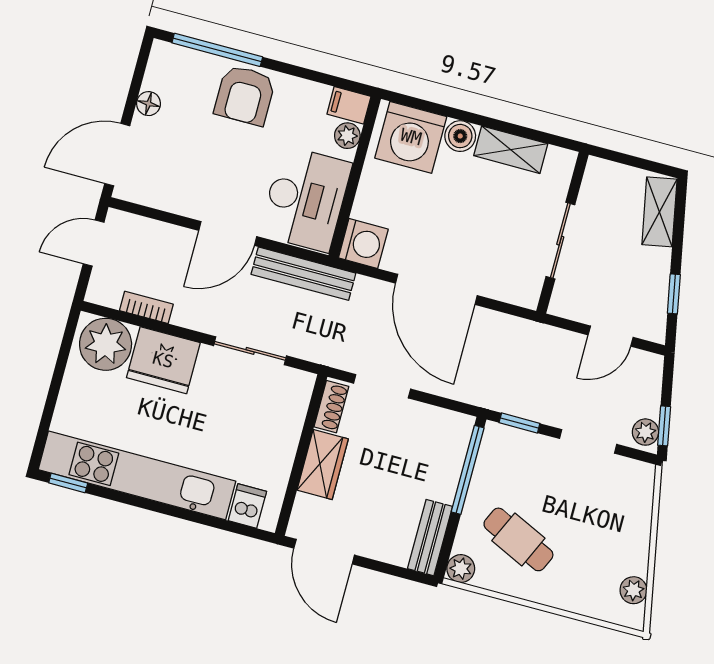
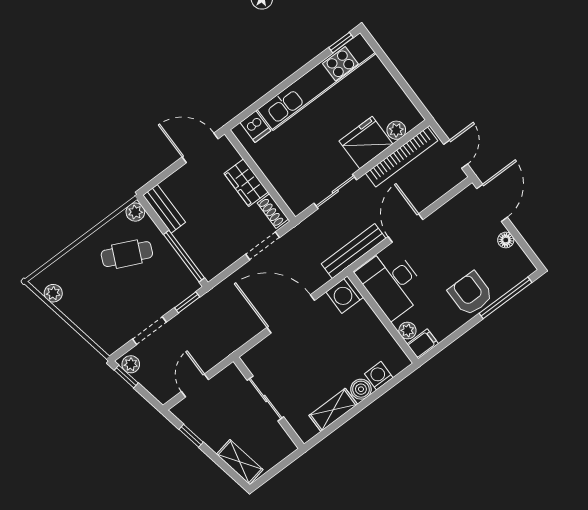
washing machine: (411, 137) -> (379, 376), width x0.53, depth x0.53
bookcase: (146, 307) -> (402, 157), width x2.31, depth x1.31
plant: (106, 344) -> (396, 130), width x0.53, depth x0.53

